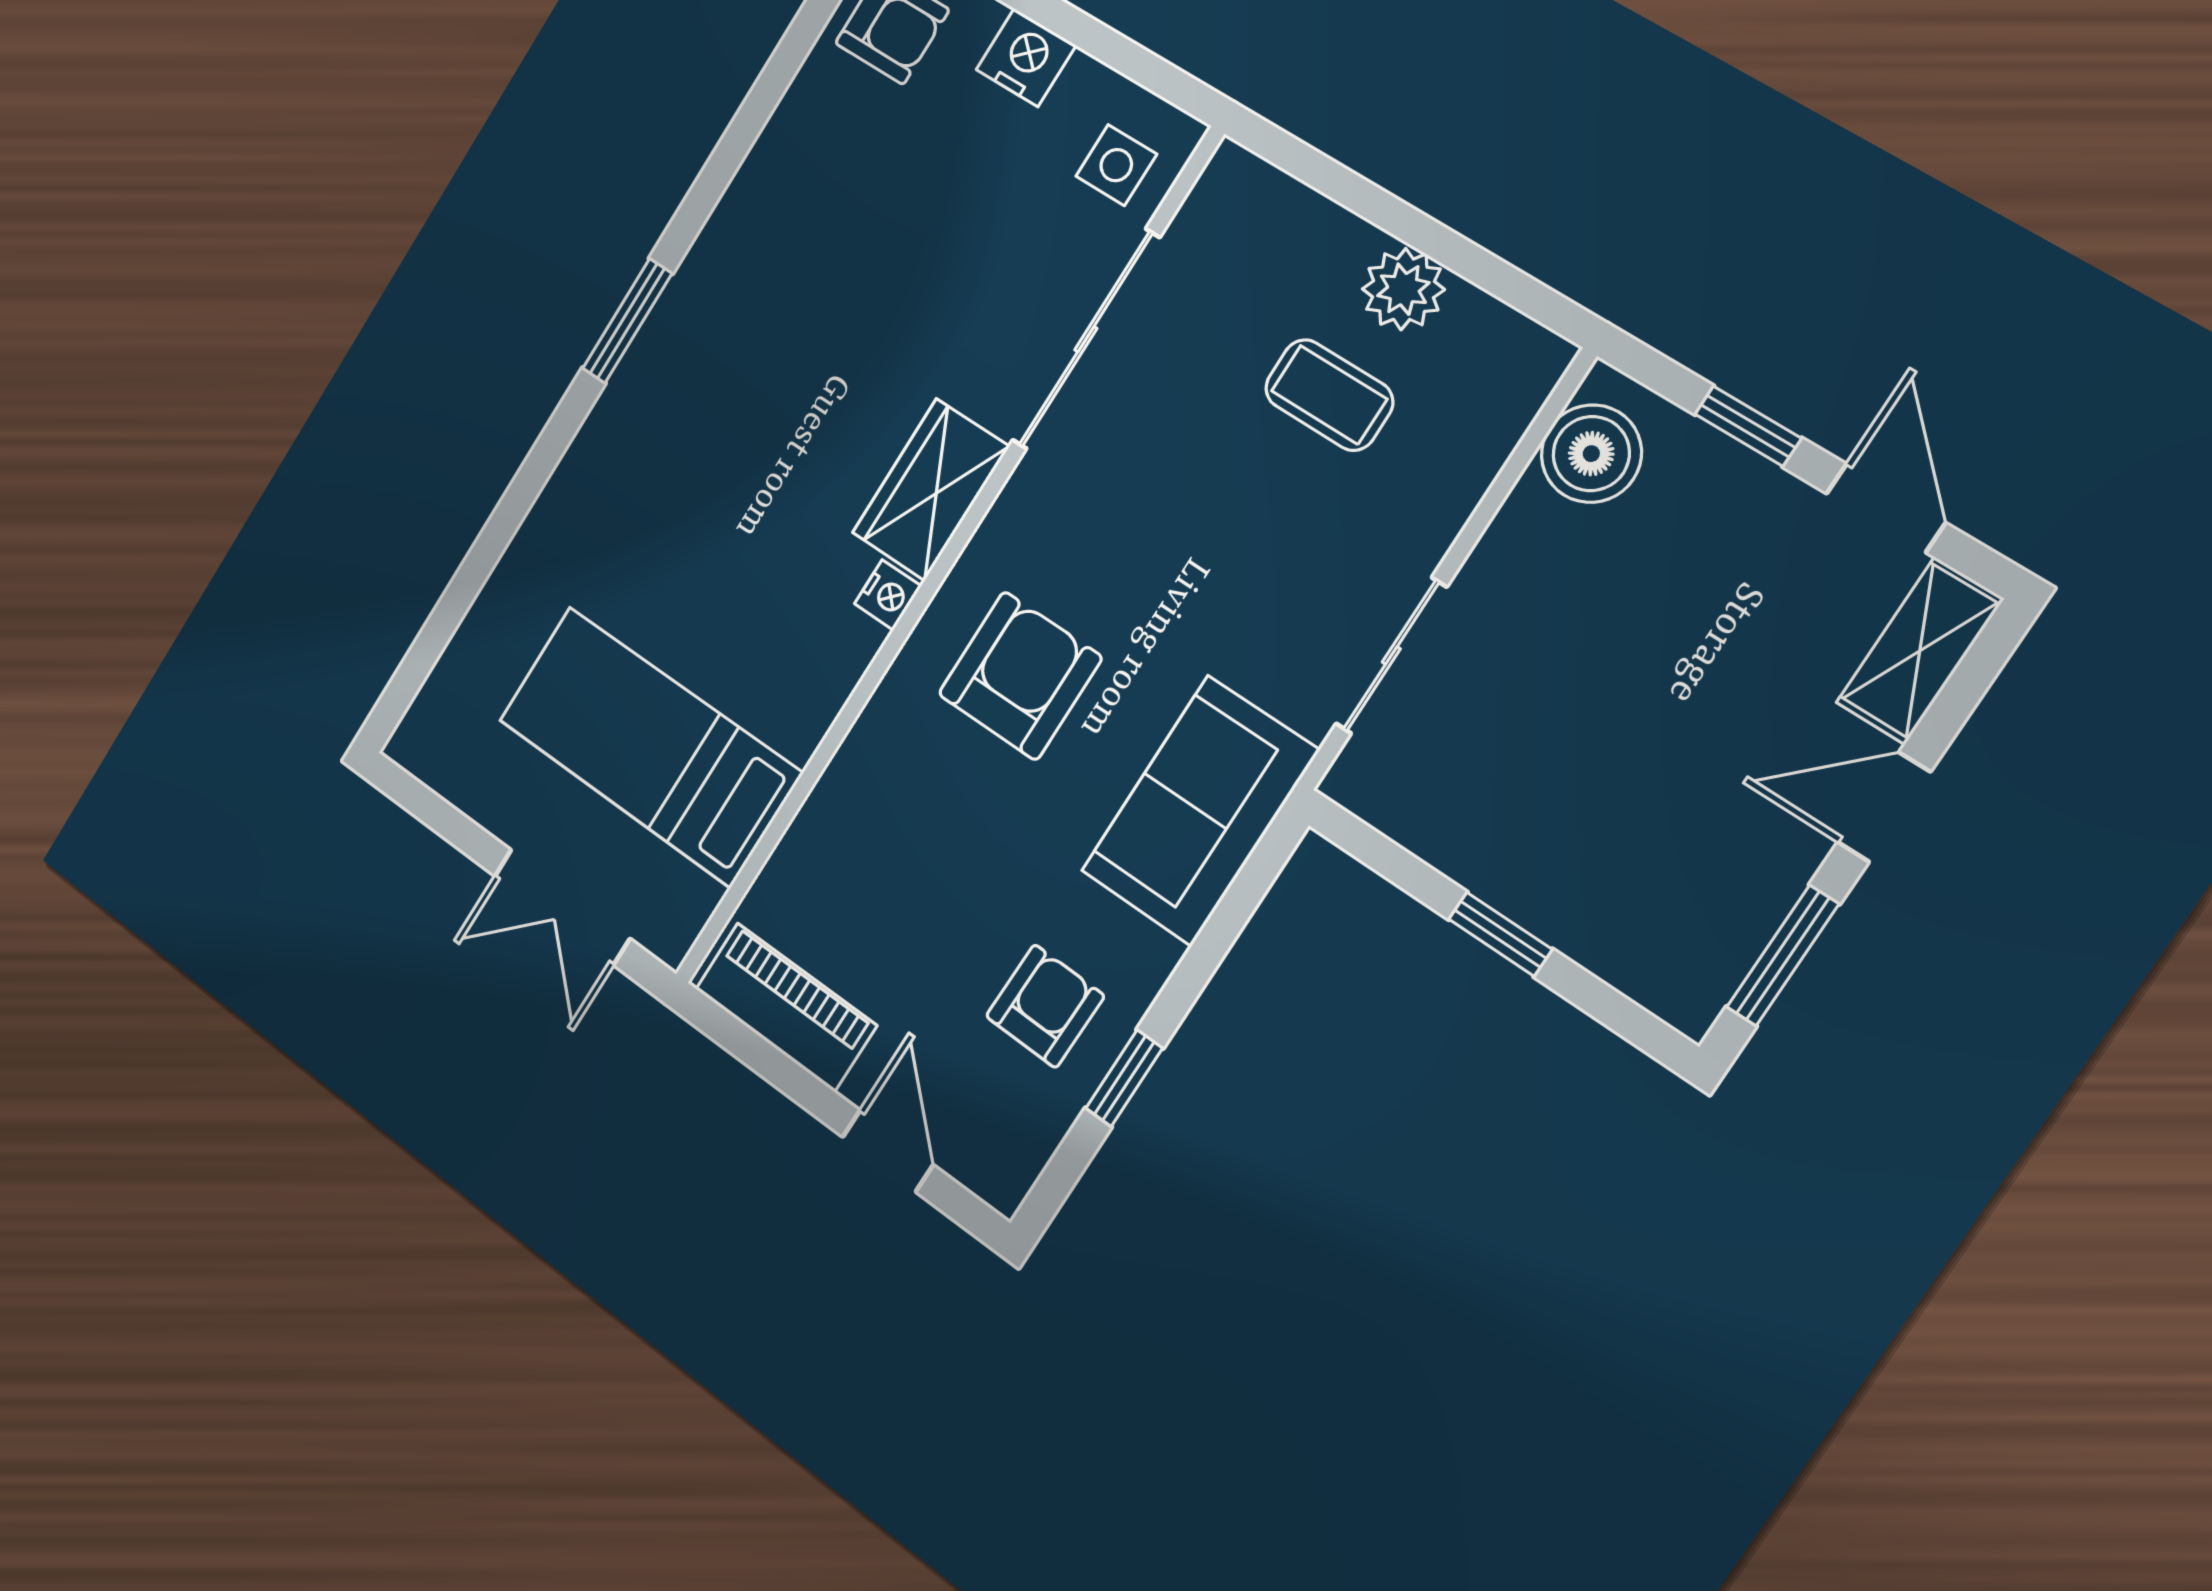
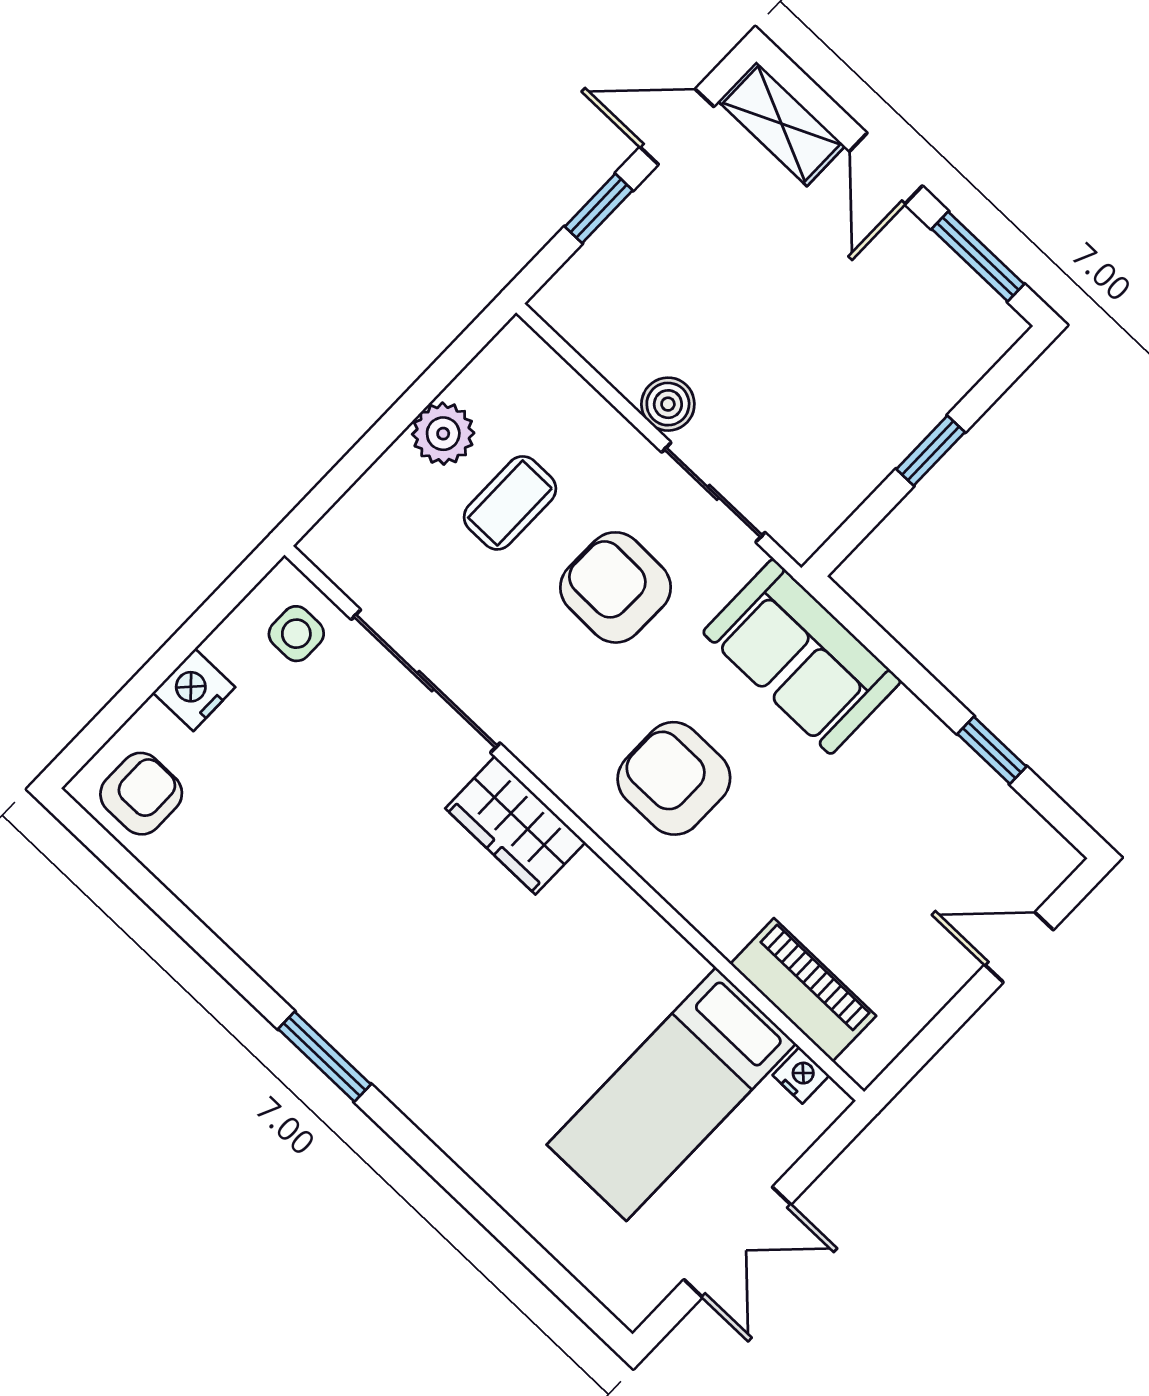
boiler: (1591, 454) -> (668, 404), moved, width x0.73, depth x0.73
nightstand: (888, 595) -> (801, 1075), moved
double door: (562, 907) -> (737, 1242), moved
armchair: (1045, 1006) -> (616, 587), moved, width x1.38, depth x1.38
piano: (786, 1007) -> (803, 990), moved, turned 90

